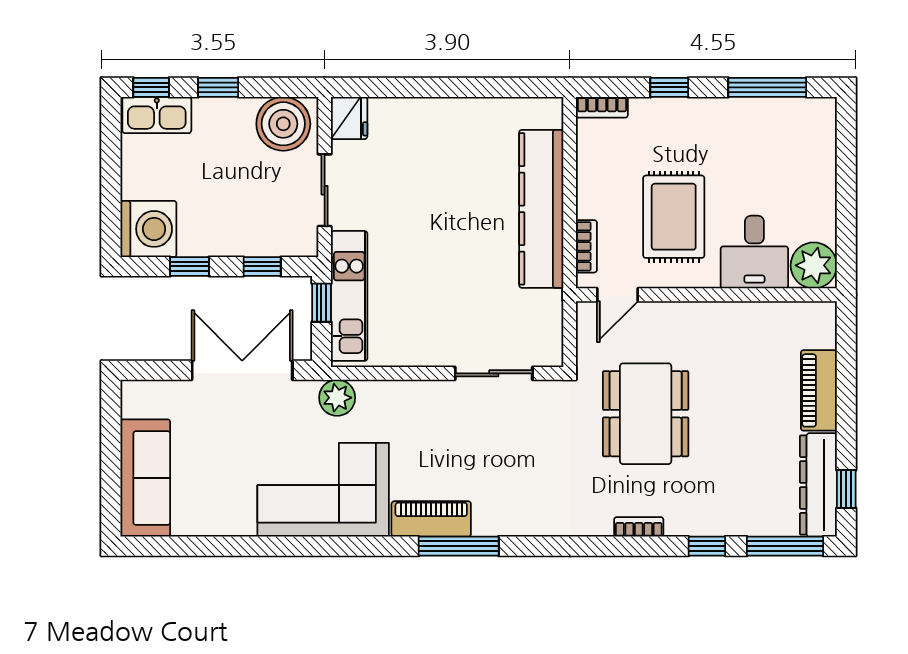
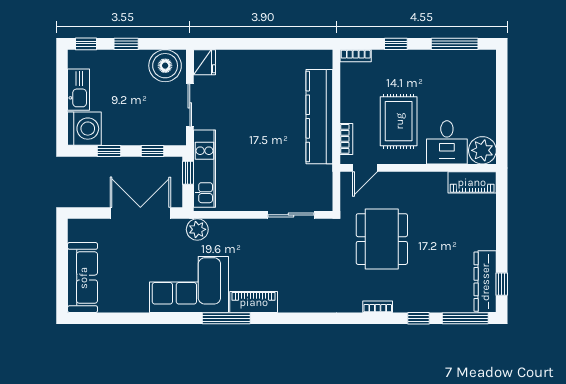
kitchen sink: (157, 115) -> (79, 90), moved, turned -90
piano: (819, 390) -> (472, 182), moved, turned -90
window: (459, 546) -> (226, 318), moved

